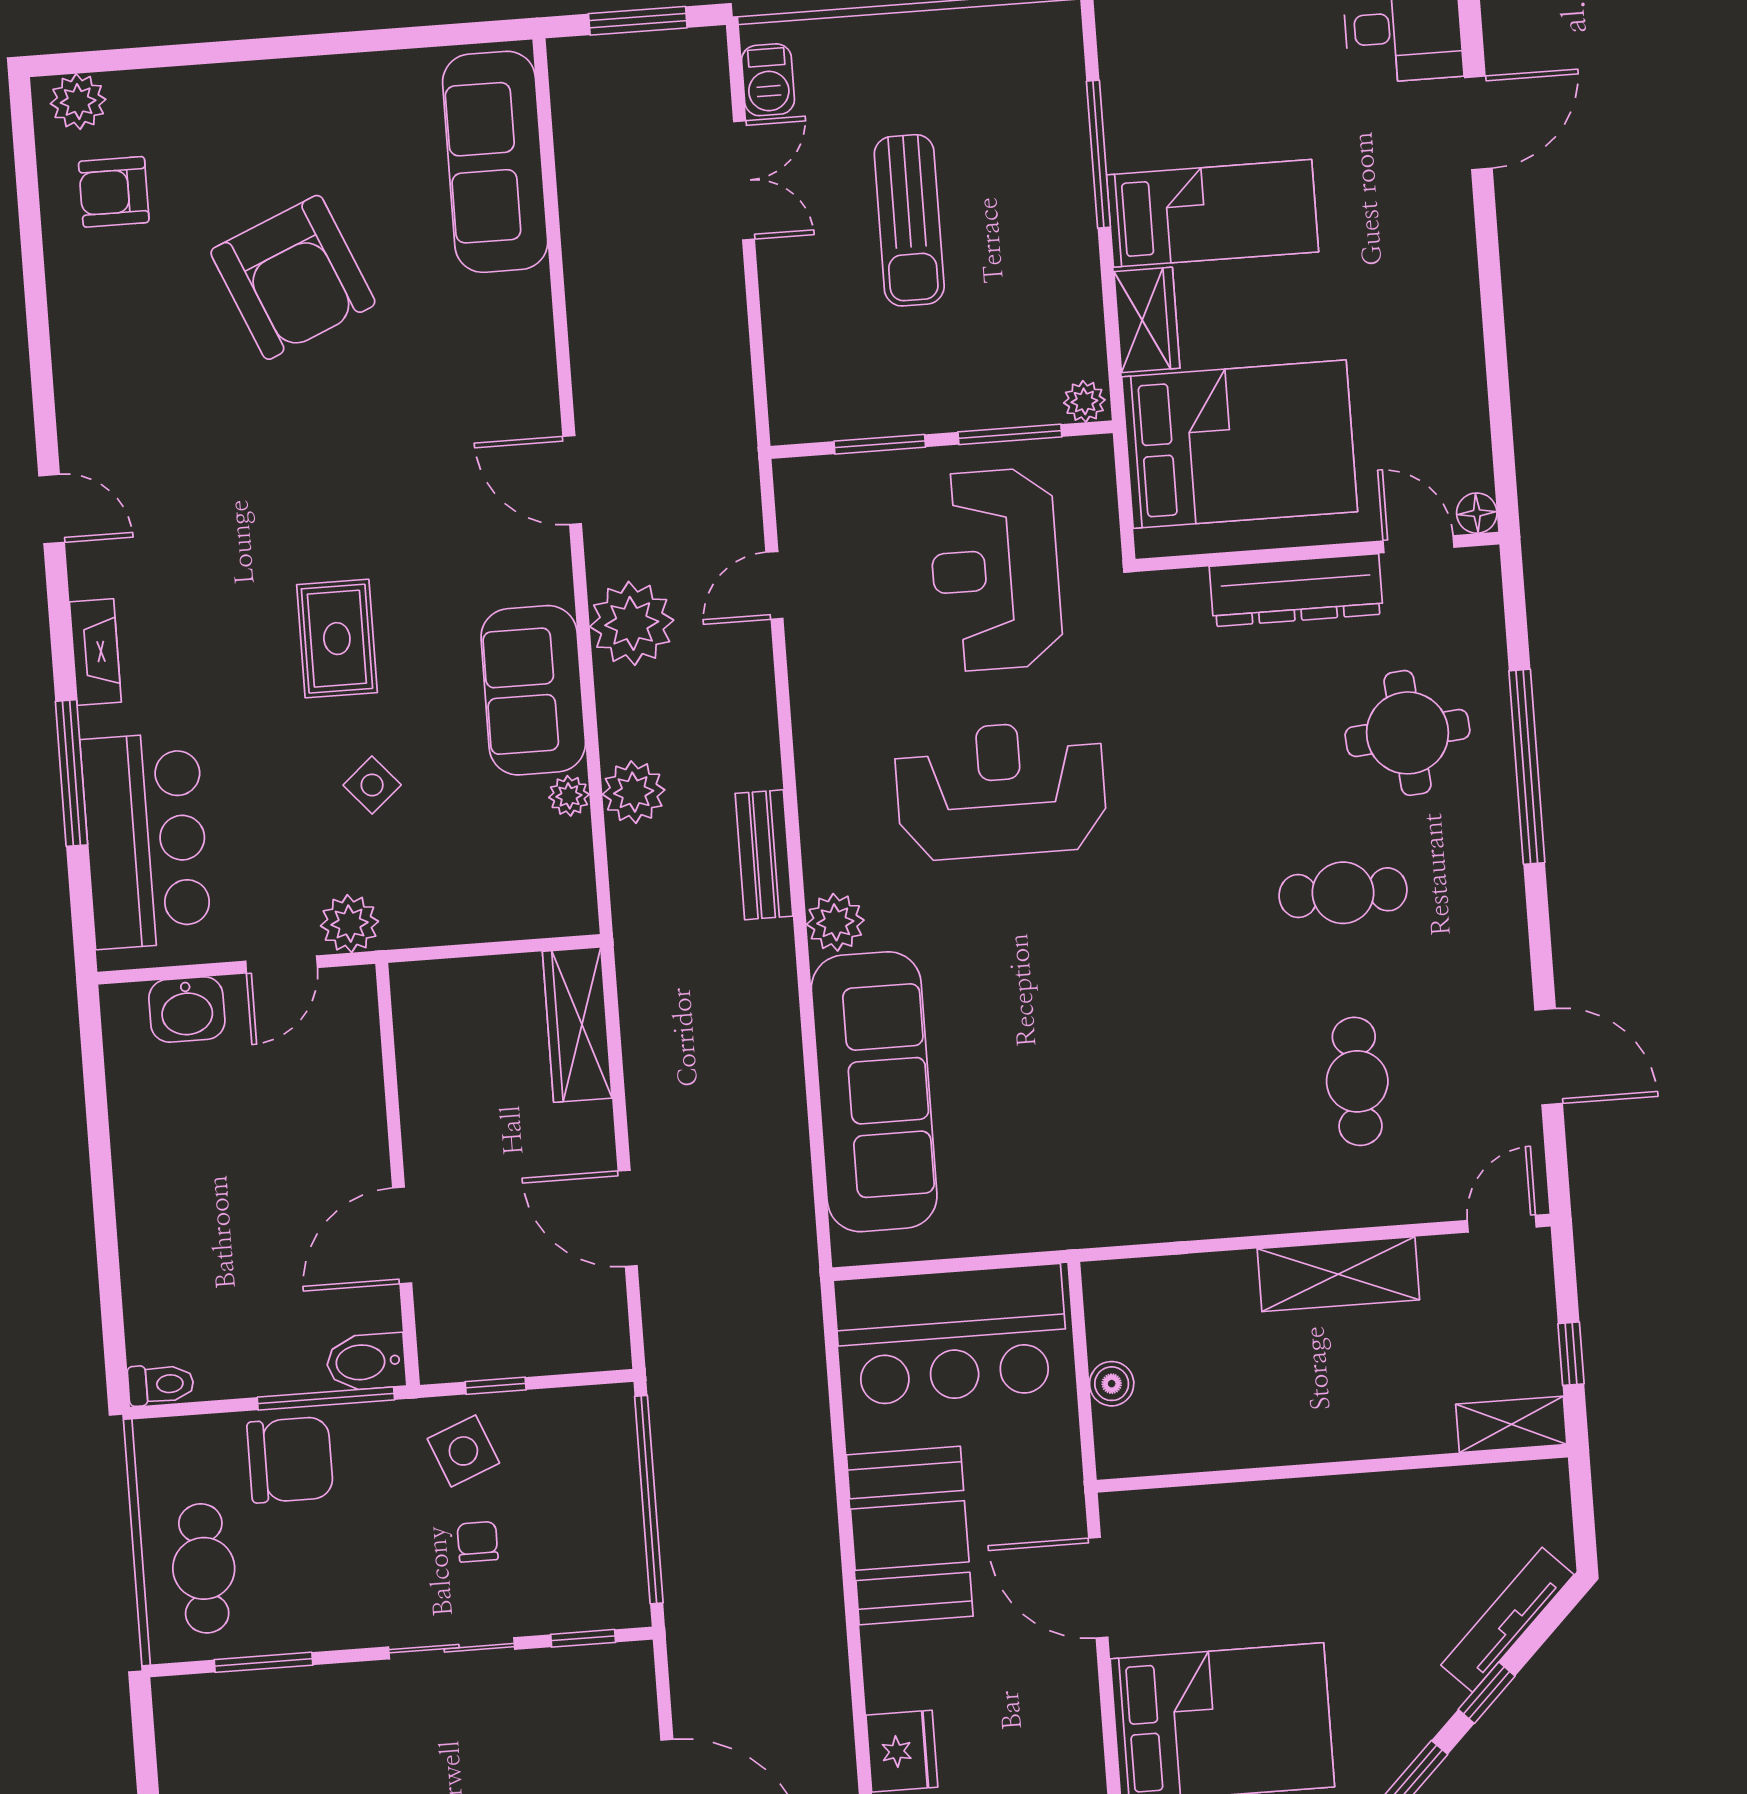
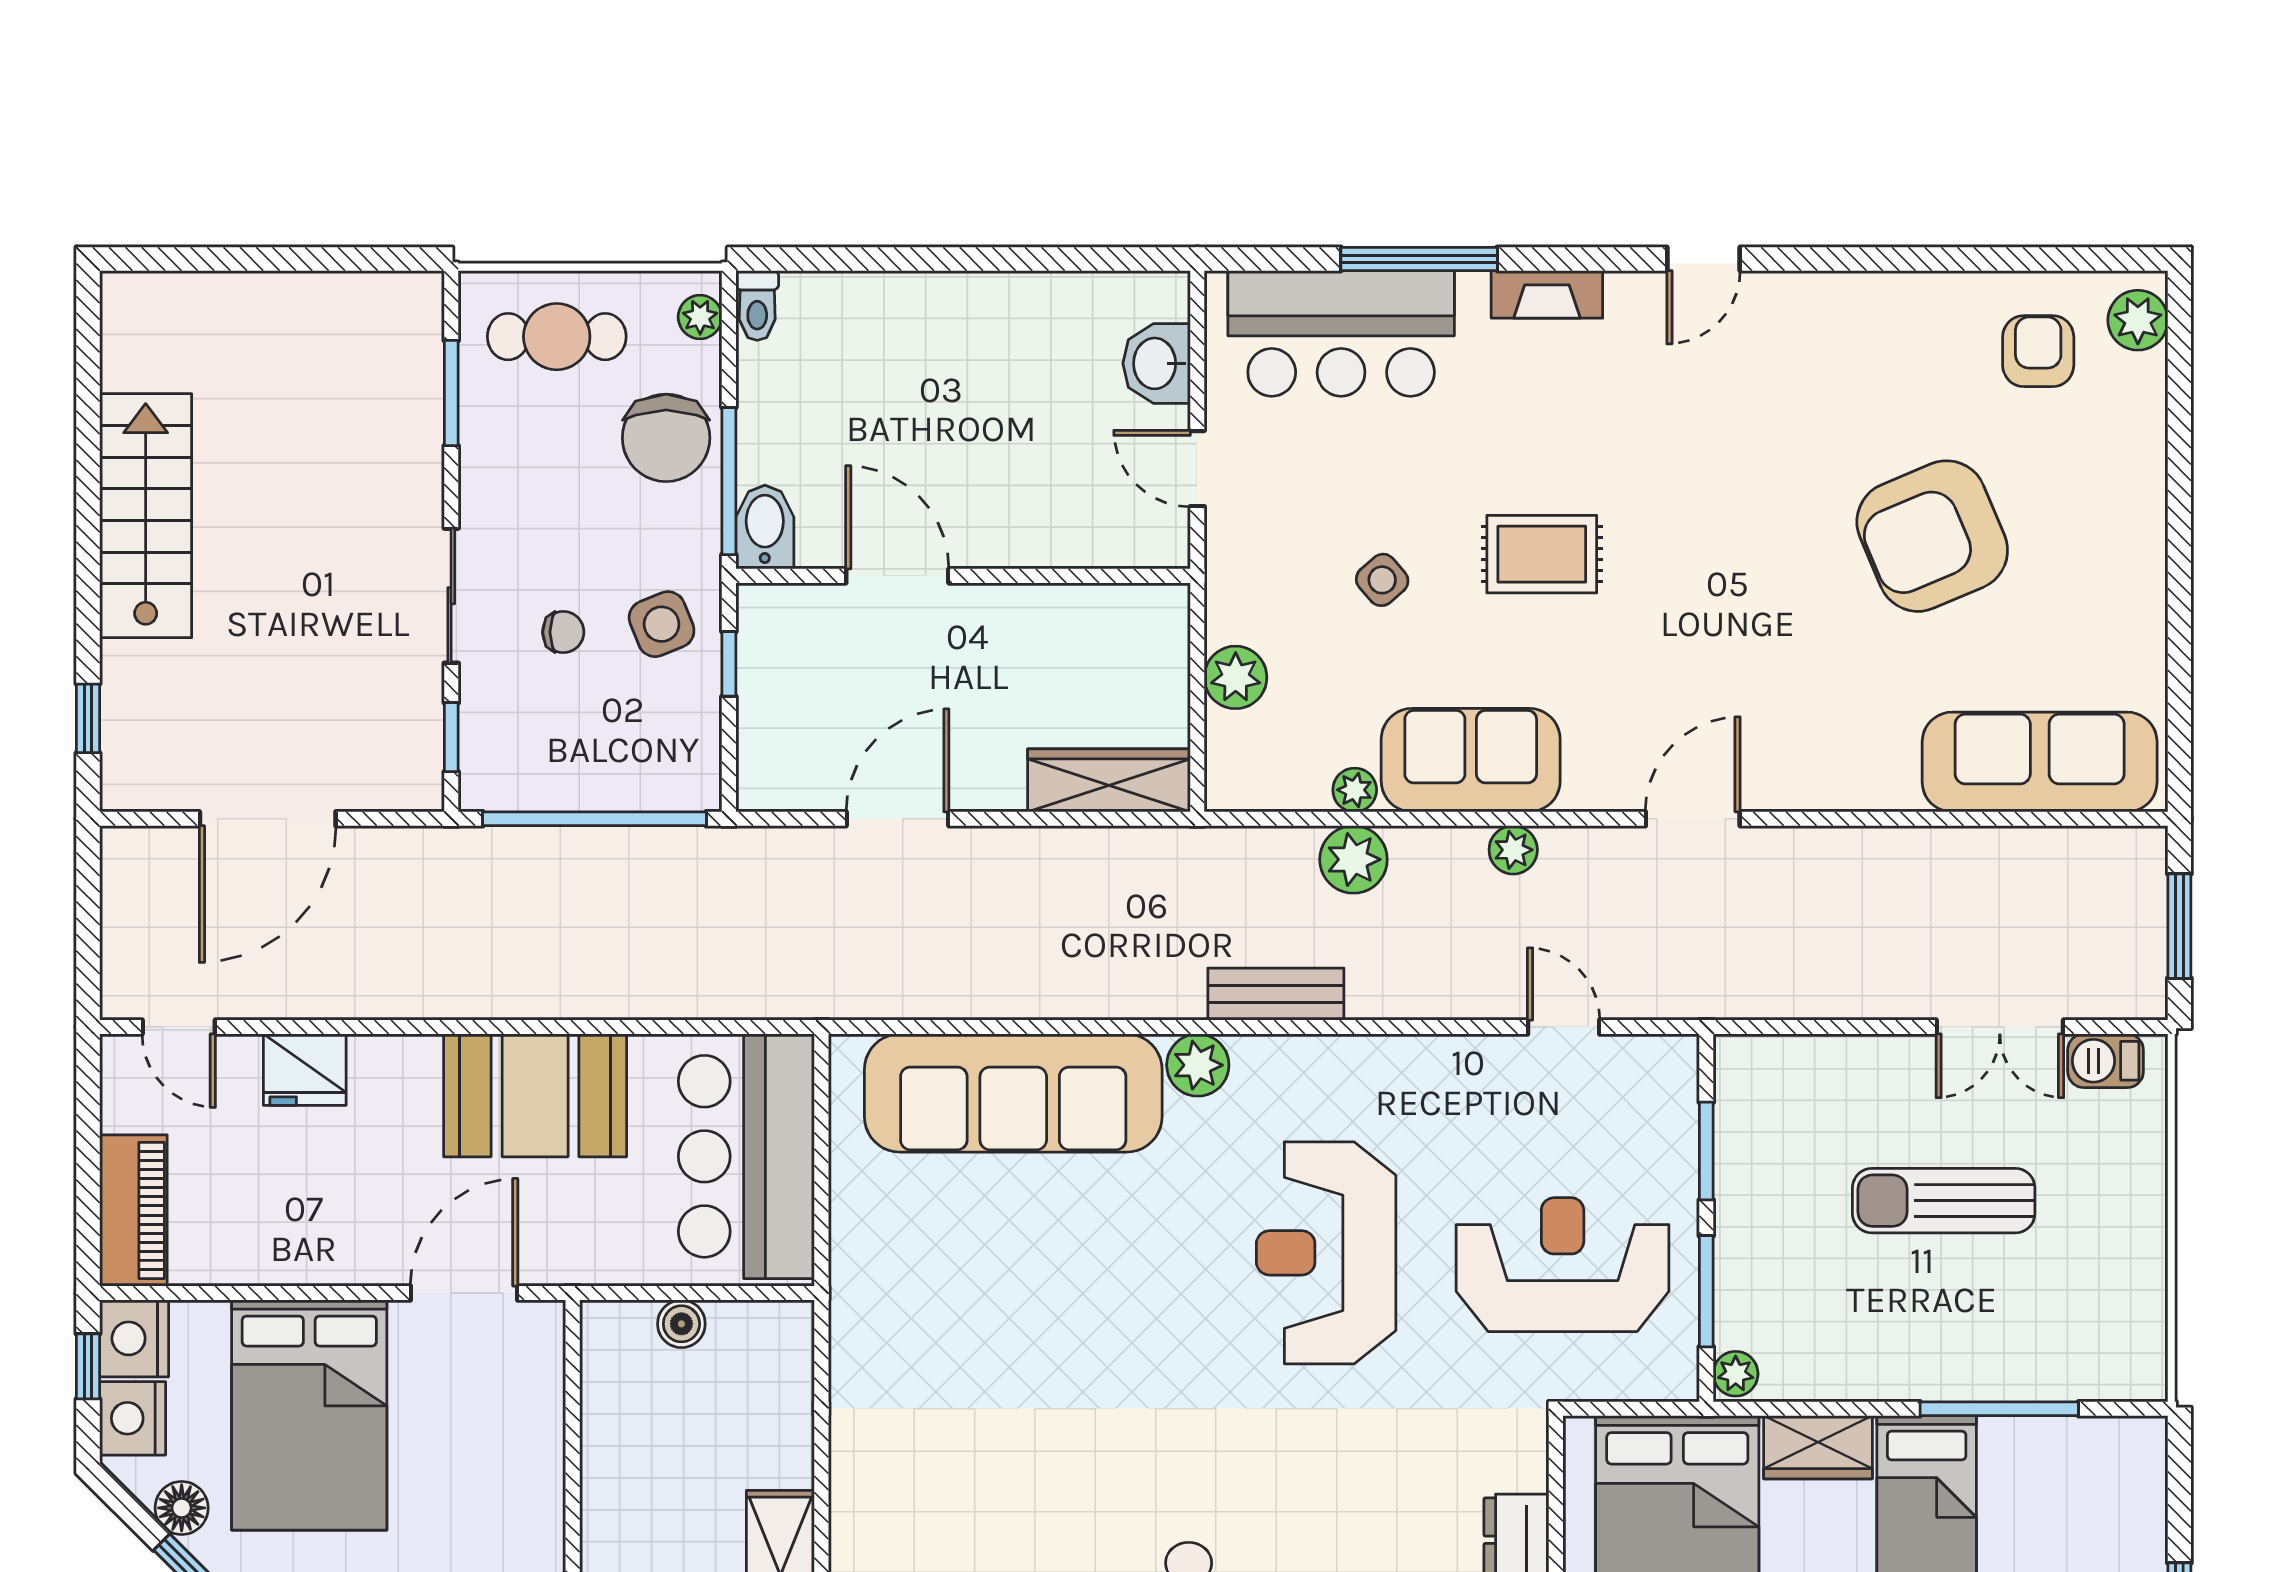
plant: (632, 623) -> (1513, 850), width x0.53, depth x0.53
reception desk: (1001, 790) -> (1326, 1253), turned 180
plant: (350, 924) -> (1236, 677), moved
plant: (176, 1437) -> (700, 317), added

